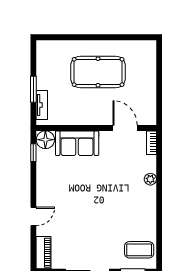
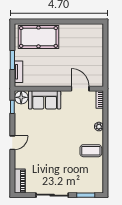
pool table: (98, 72) -> (38, 37), moved
door: (33, 216) -> (12, 143), moved
coffee table: (139, 250) -> (91, 151), moved

